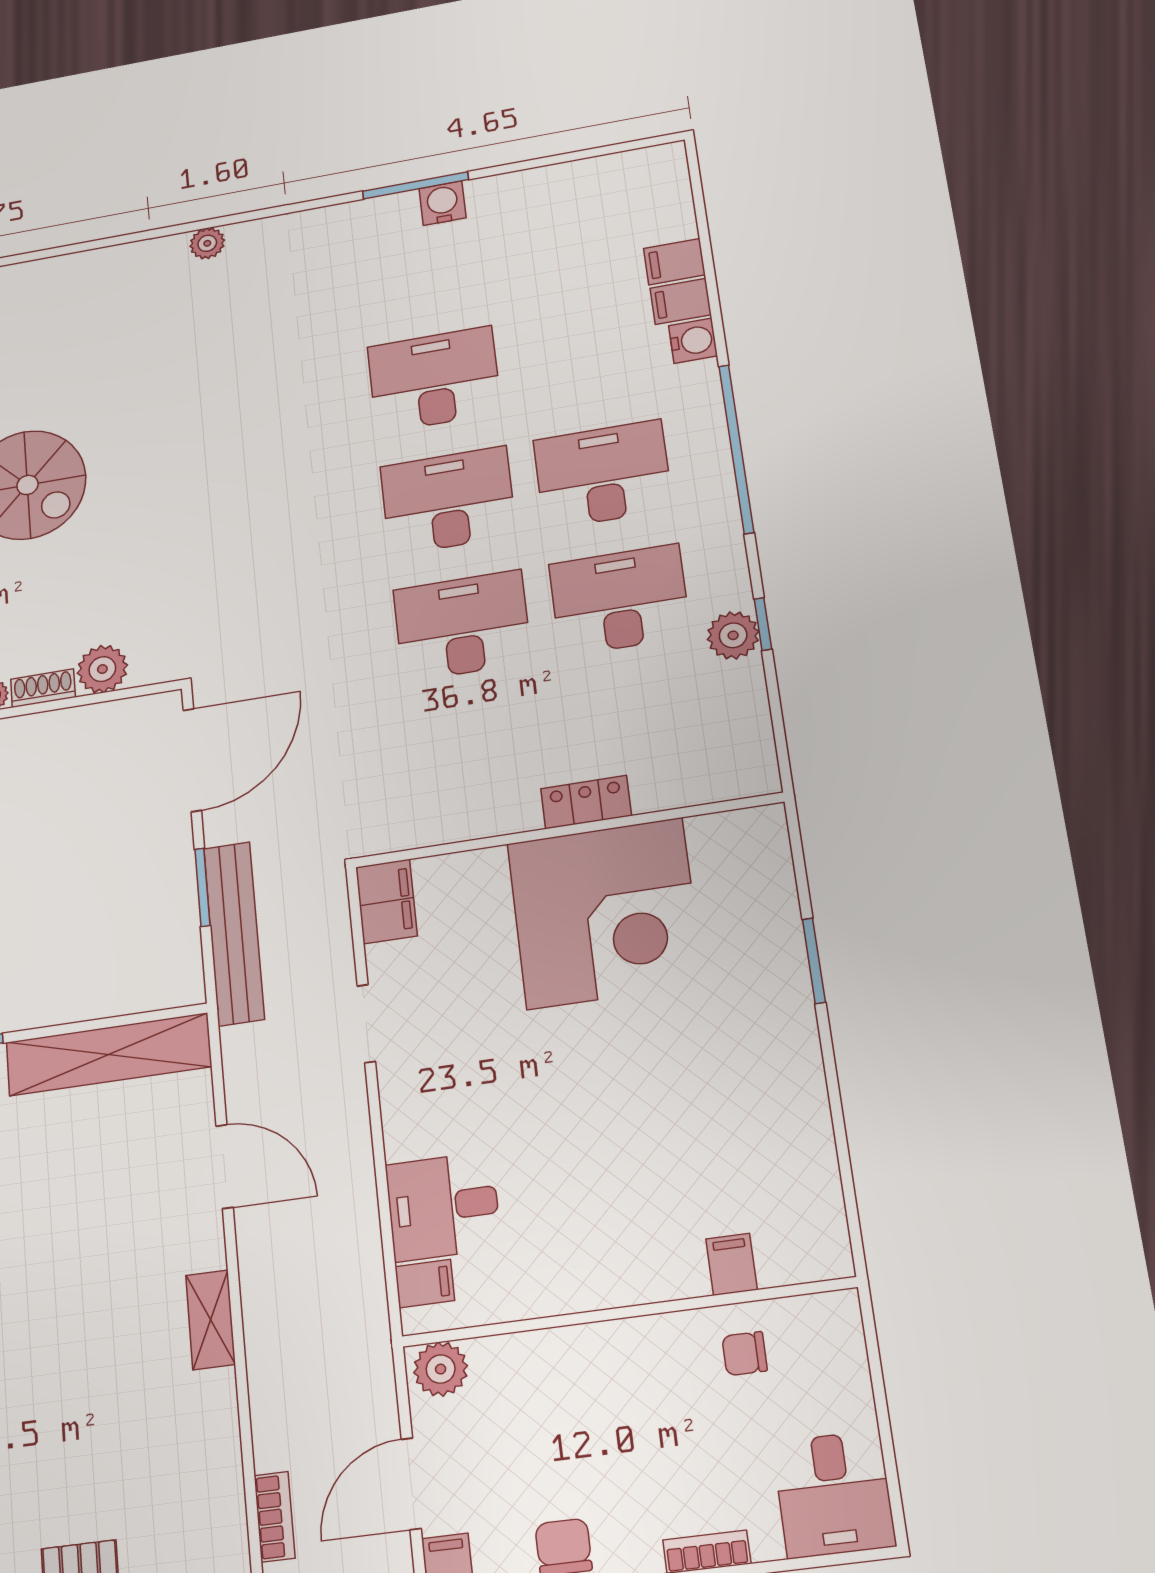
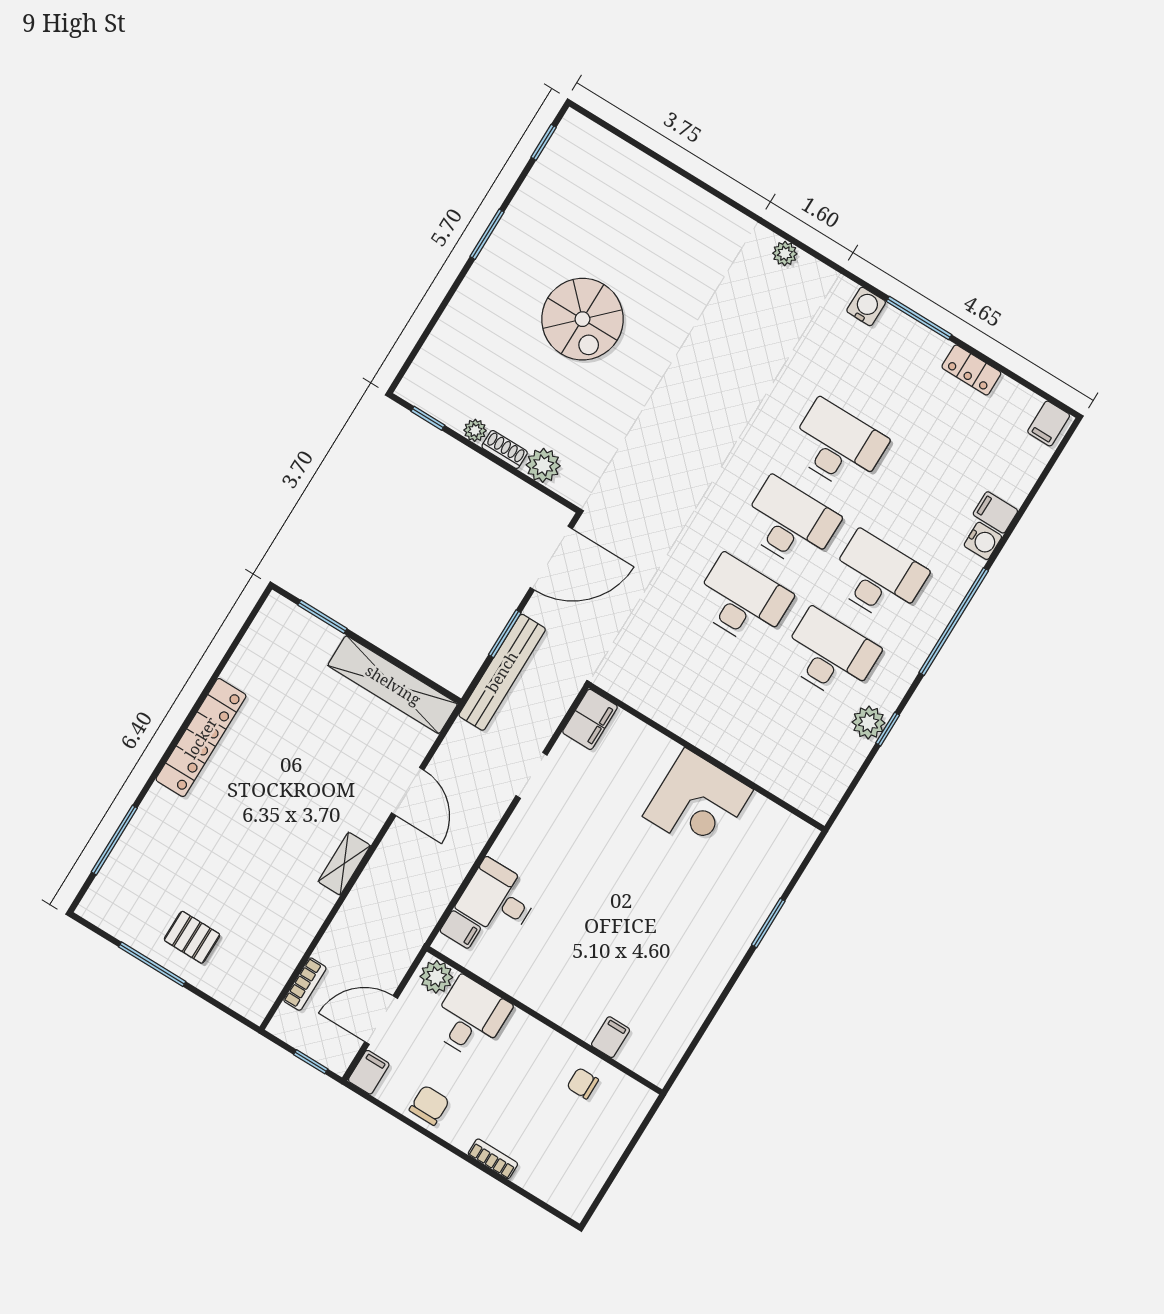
water cooler: (442, 203) -> (866, 306), moved
filing cabinet: (674, 262) -> (1049, 424), moved, turned -90
locker: (586, 802) -> (971, 370), moved, turned 180
corner desk: (605, 913) -> (698, 803), width x0.74, depth x0.74
desk: (834, 1494) -> (470, 1018), moved, turned 180

